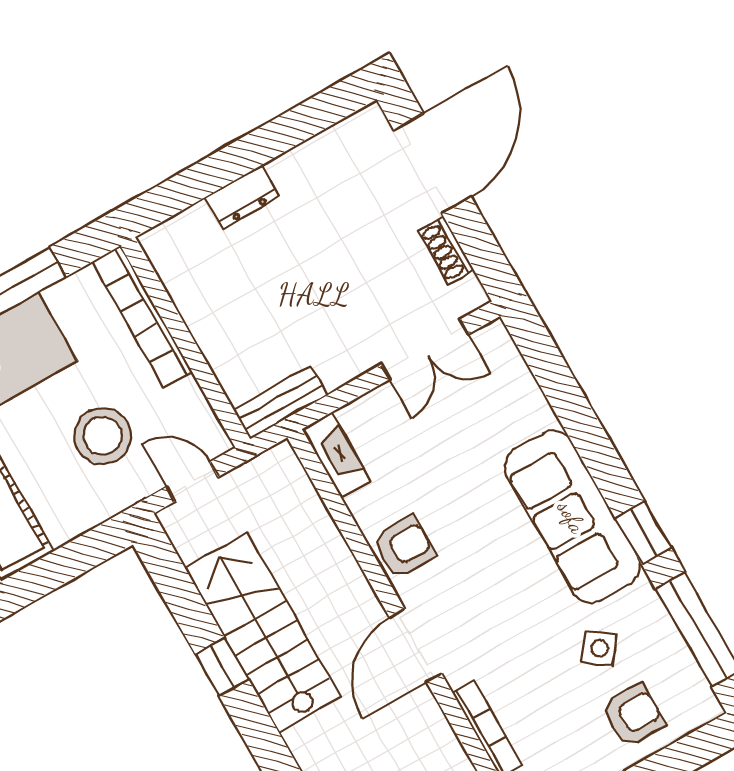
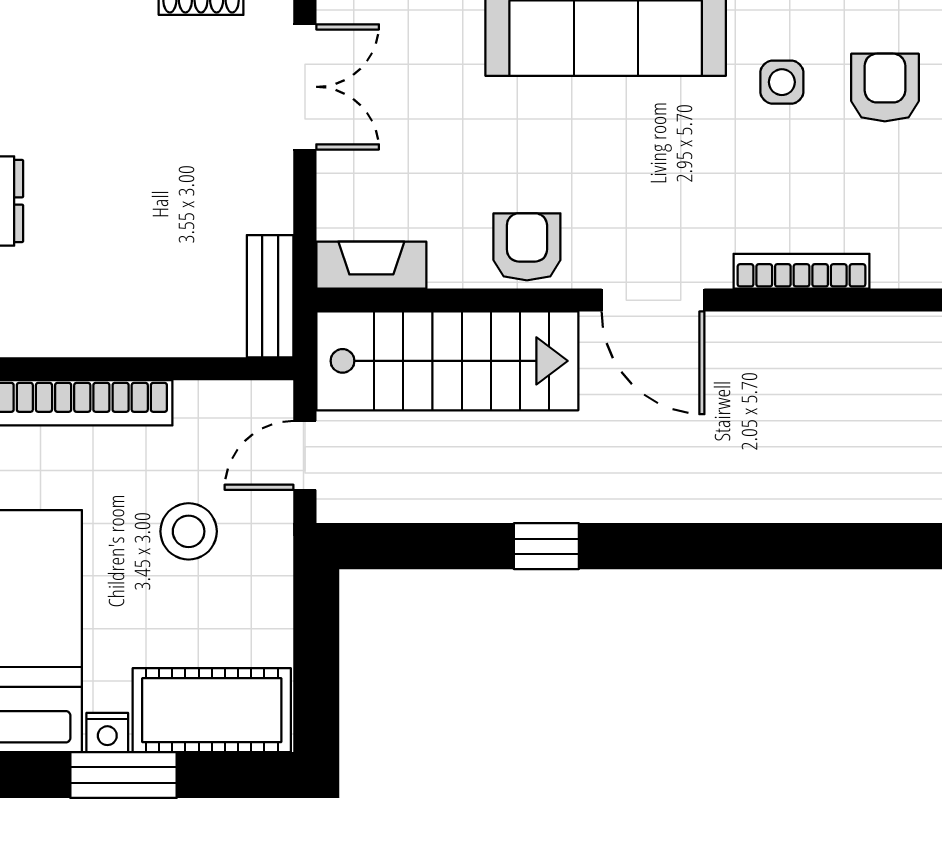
stool: (103, 436) -> (189, 531), width x0.73, depth x0.73
stairs: (263, 632) -> (447, 361), moved, turned 180
side table: (599, 648) -> (782, 82), turned -37

